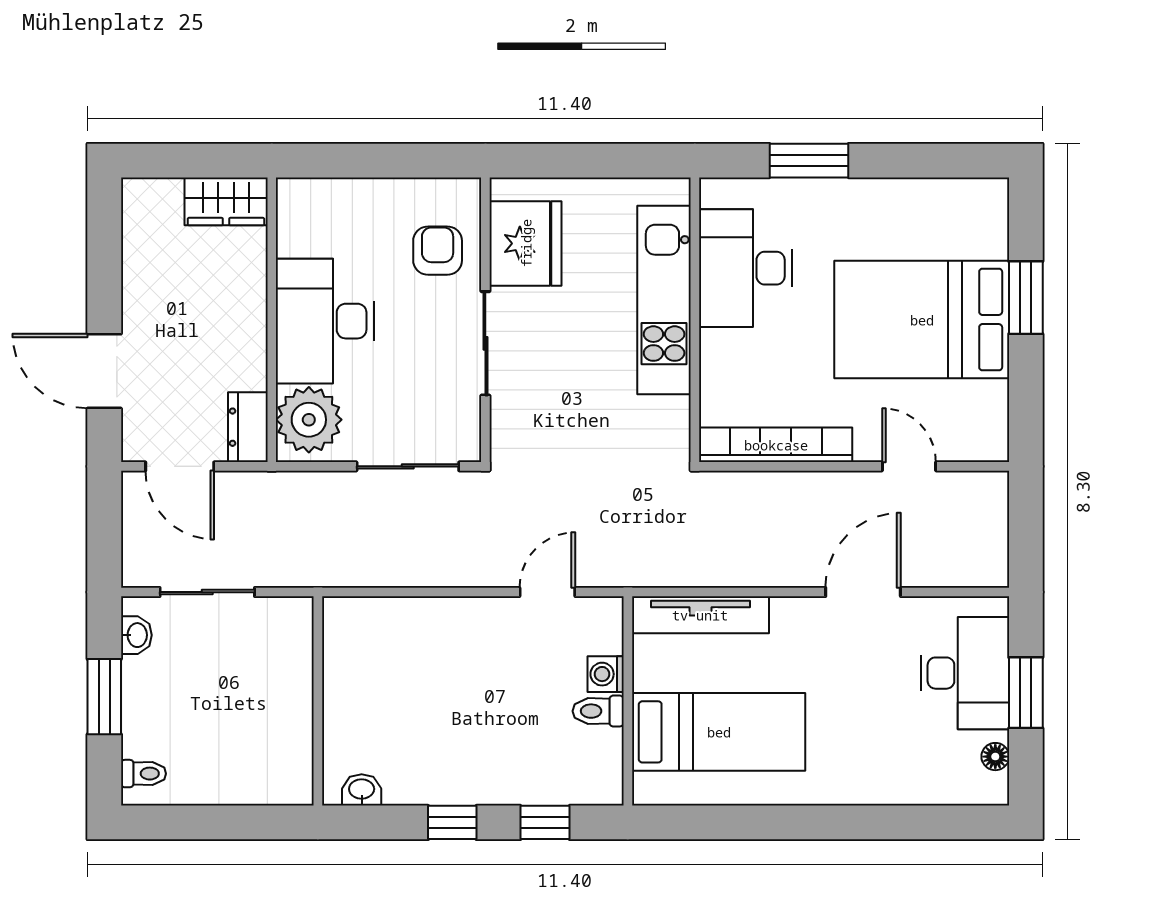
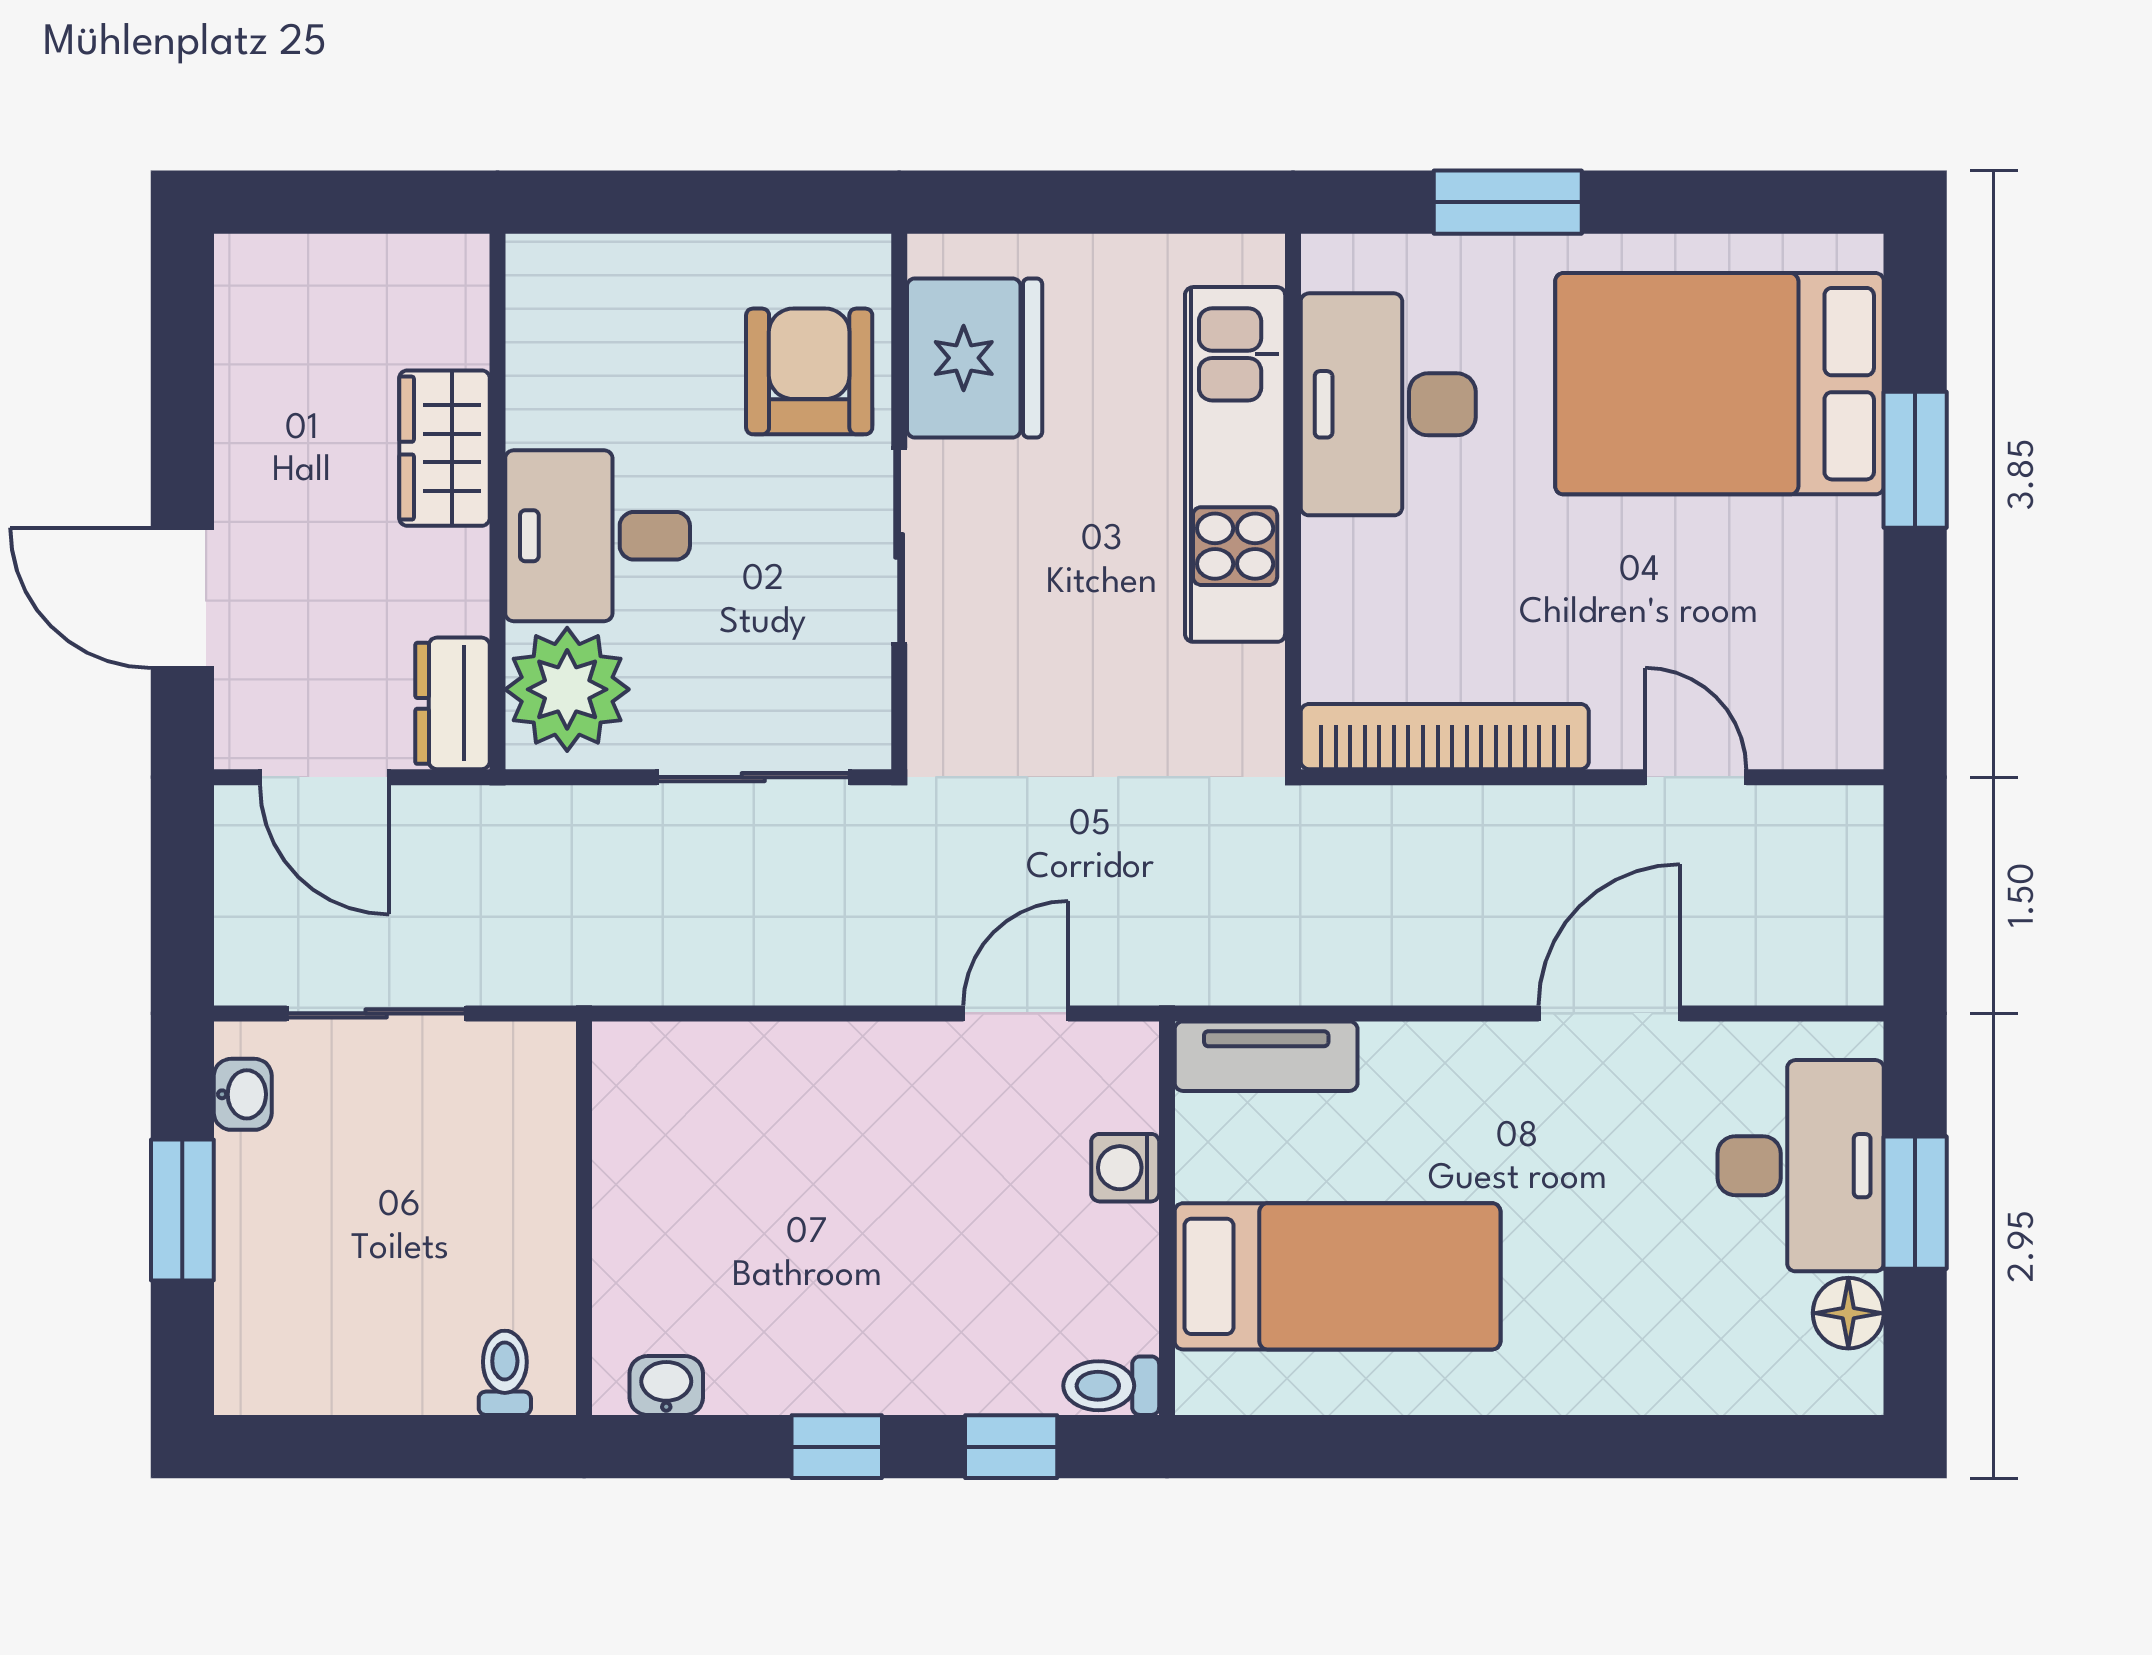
wardrobe: (226, 201) -> (444, 448), moved, turned 90
armchair: (438, 251) -> (809, 371), width x1.38, depth x1.38
bed: (922, 320) -> (1720, 384), moved
desk: (325, 321) -> (598, 536), width x0.73
tv unit: (700, 615) -> (1266, 1056), width x0.71
toilet: (598, 711) -> (1111, 1386), moved
floor lamp: (995, 757) -> (1848, 1313), width x1.37, depth x1.37
toilet: (143, 774) -> (505, 1373), moved, turned -90

